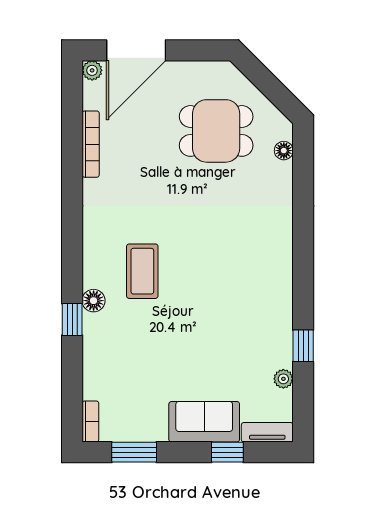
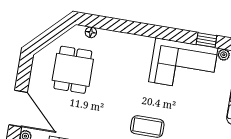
corner sofa: (255, 314) -> (183, 65), added

